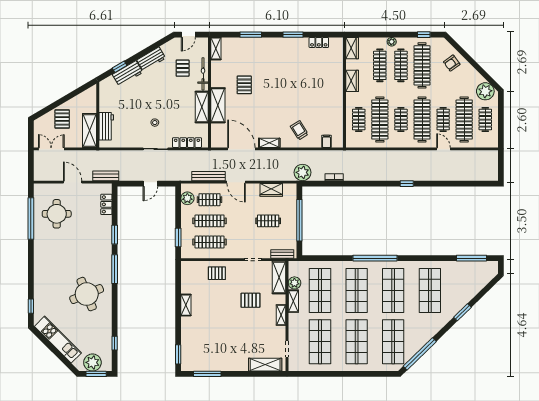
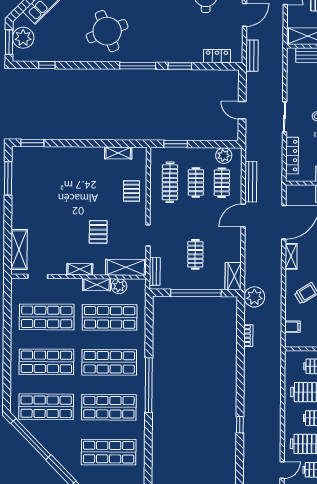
wardrobe: (271, 190) -> (233, 276), moved
clothes rail: (210, 221) -> (196, 182), width x0.73
shelving: (186, 305) -> (118, 153), moved

